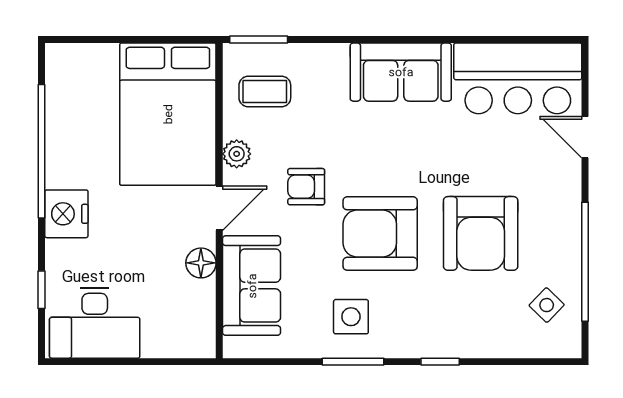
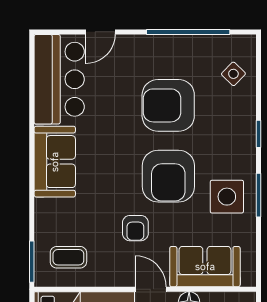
coffee table: (265, 92) -> (68, 257), turned 90
plant: (237, 154) -> (112, 277), removed
armchair: (481, 233) -> (168, 105), turned 180
side table: (547, 305) -> (233, 74), moved
side table: (351, 317) -> (227, 197), width x1.37, depth x1.37

